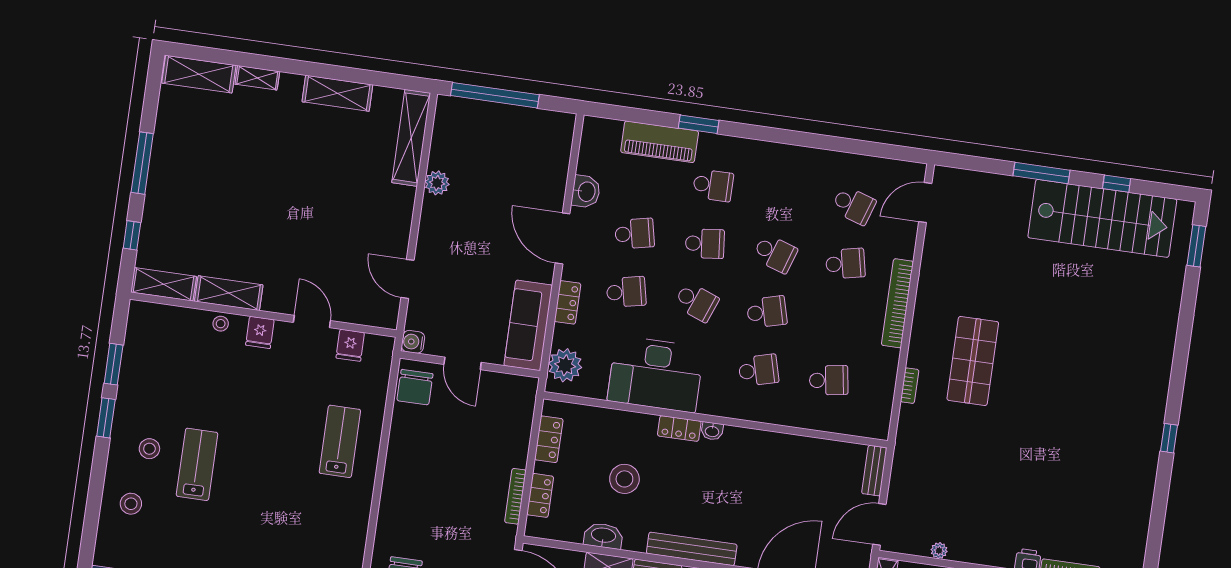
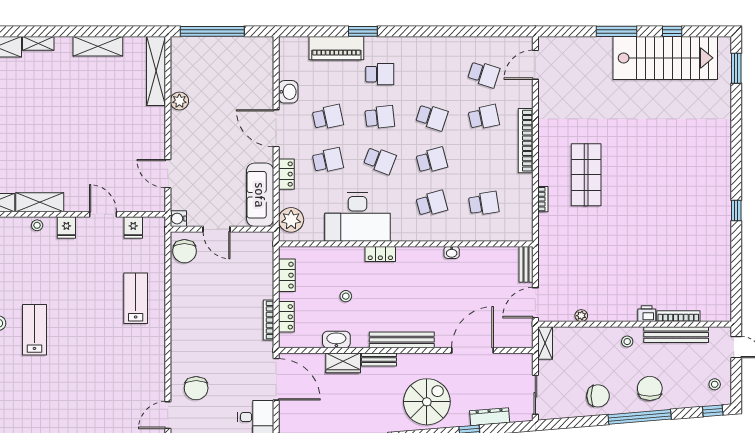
washbasin: (712, 431) -> (452, 252), moved
stool: (624, 479) -> (346, 296), width x0.53, depth x0.53

